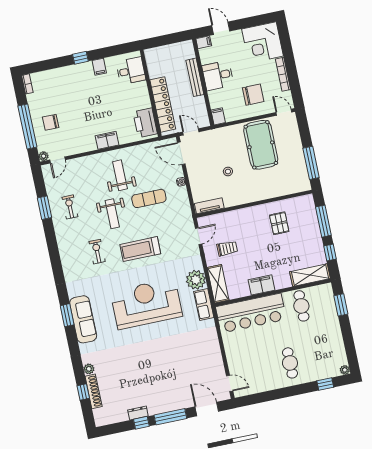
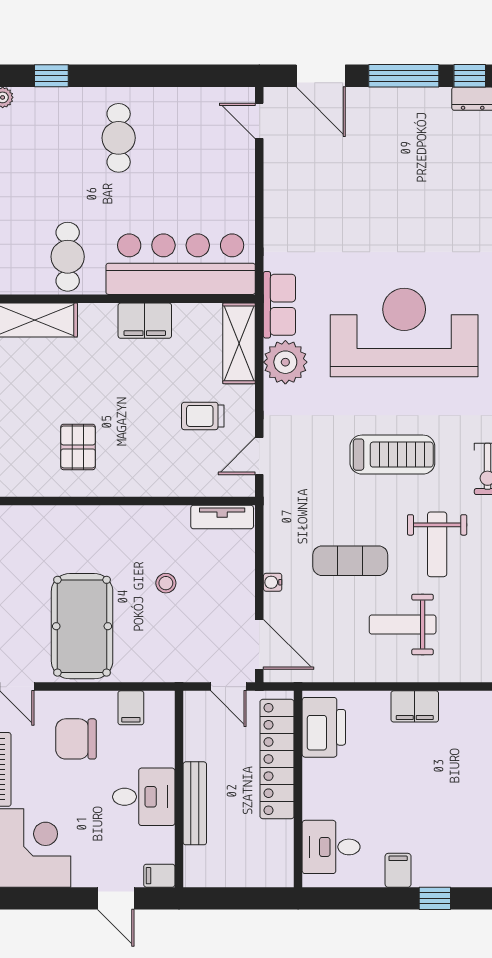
filing cabinet: (218, 116) -> (131, 708), moved
weight bench: (120, 175) -> (403, 625), turned 90
weight bench: (112, 214) -> (437, 544), turned 180
reception desk: (146, 304) -> (404, 332), turned 180

